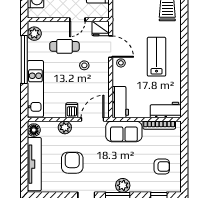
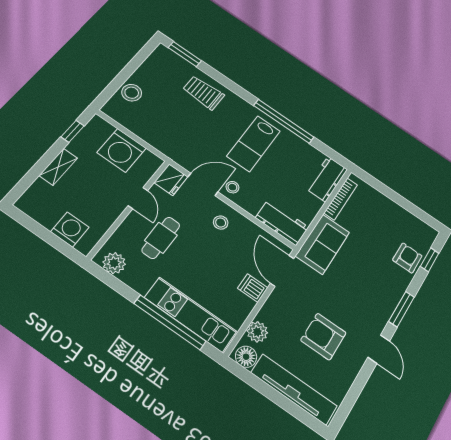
lab bench: (157, 57) -> (254, 144), turned -90
window: (24, 59) -> (170, 322), moved
window: (184, 64) -> (284, 121), added
stool: (84, 65) -> (221, 223), moved
plant: (65, 127) -> (257, 332), moved
armchair: (162, 166) -> (407, 258), moved
plant: (123, 185) -> (392, 294), removed

